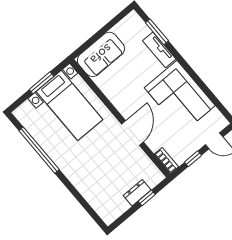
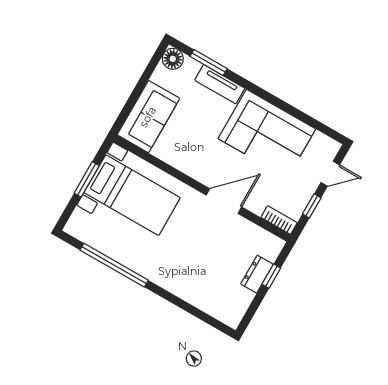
floor lamp: (133, 20) -> (173, 59), added
door: (133, 133) -> (224, 201), hinge flipped

